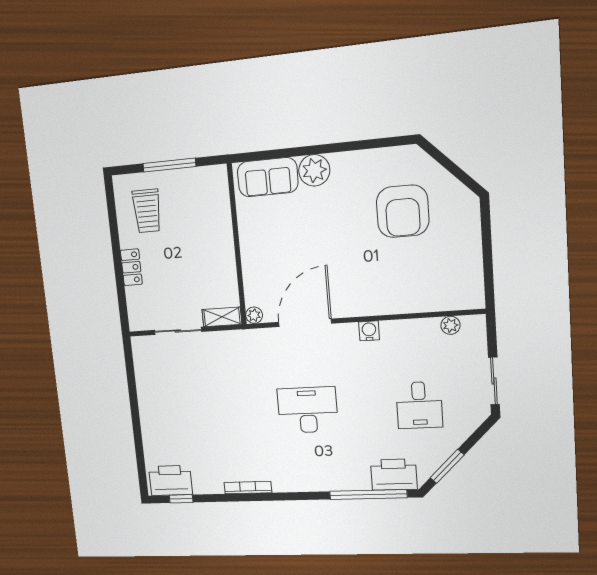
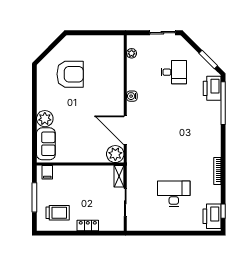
filing cabinet: (216, 185) -> (47, 172), added
plant: (254, 315) -> (115, 154), width x1.88, depth x1.88
desk: (308, 410) -> (174, 194), moved, turned 90

